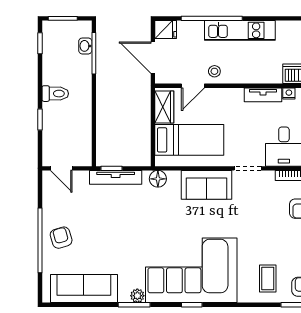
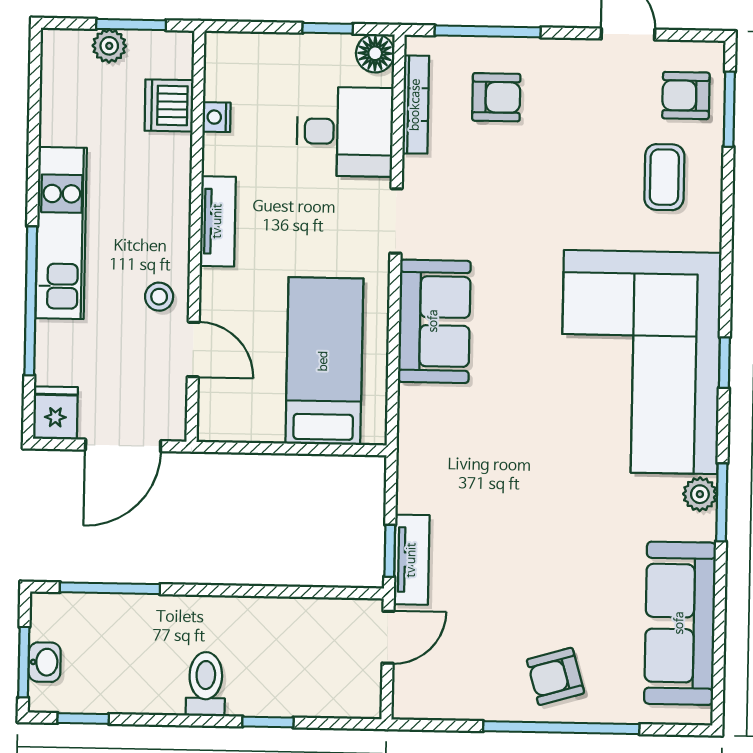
washbasin: (85, 46) -> (45, 662), moved, turned -90
tv unit: (263, 95) -> (218, 221), moved
wardrobe: (164, 107) -> (244, 420), removed
door: (61, 168) -> (388, 637), moved
tv unit: (116, 177) -> (412, 560), width x0.71
floor lamp: (158, 179) -> (417, 439), removed
coffee table: (268, 279) -> (664, 177), turned 90

